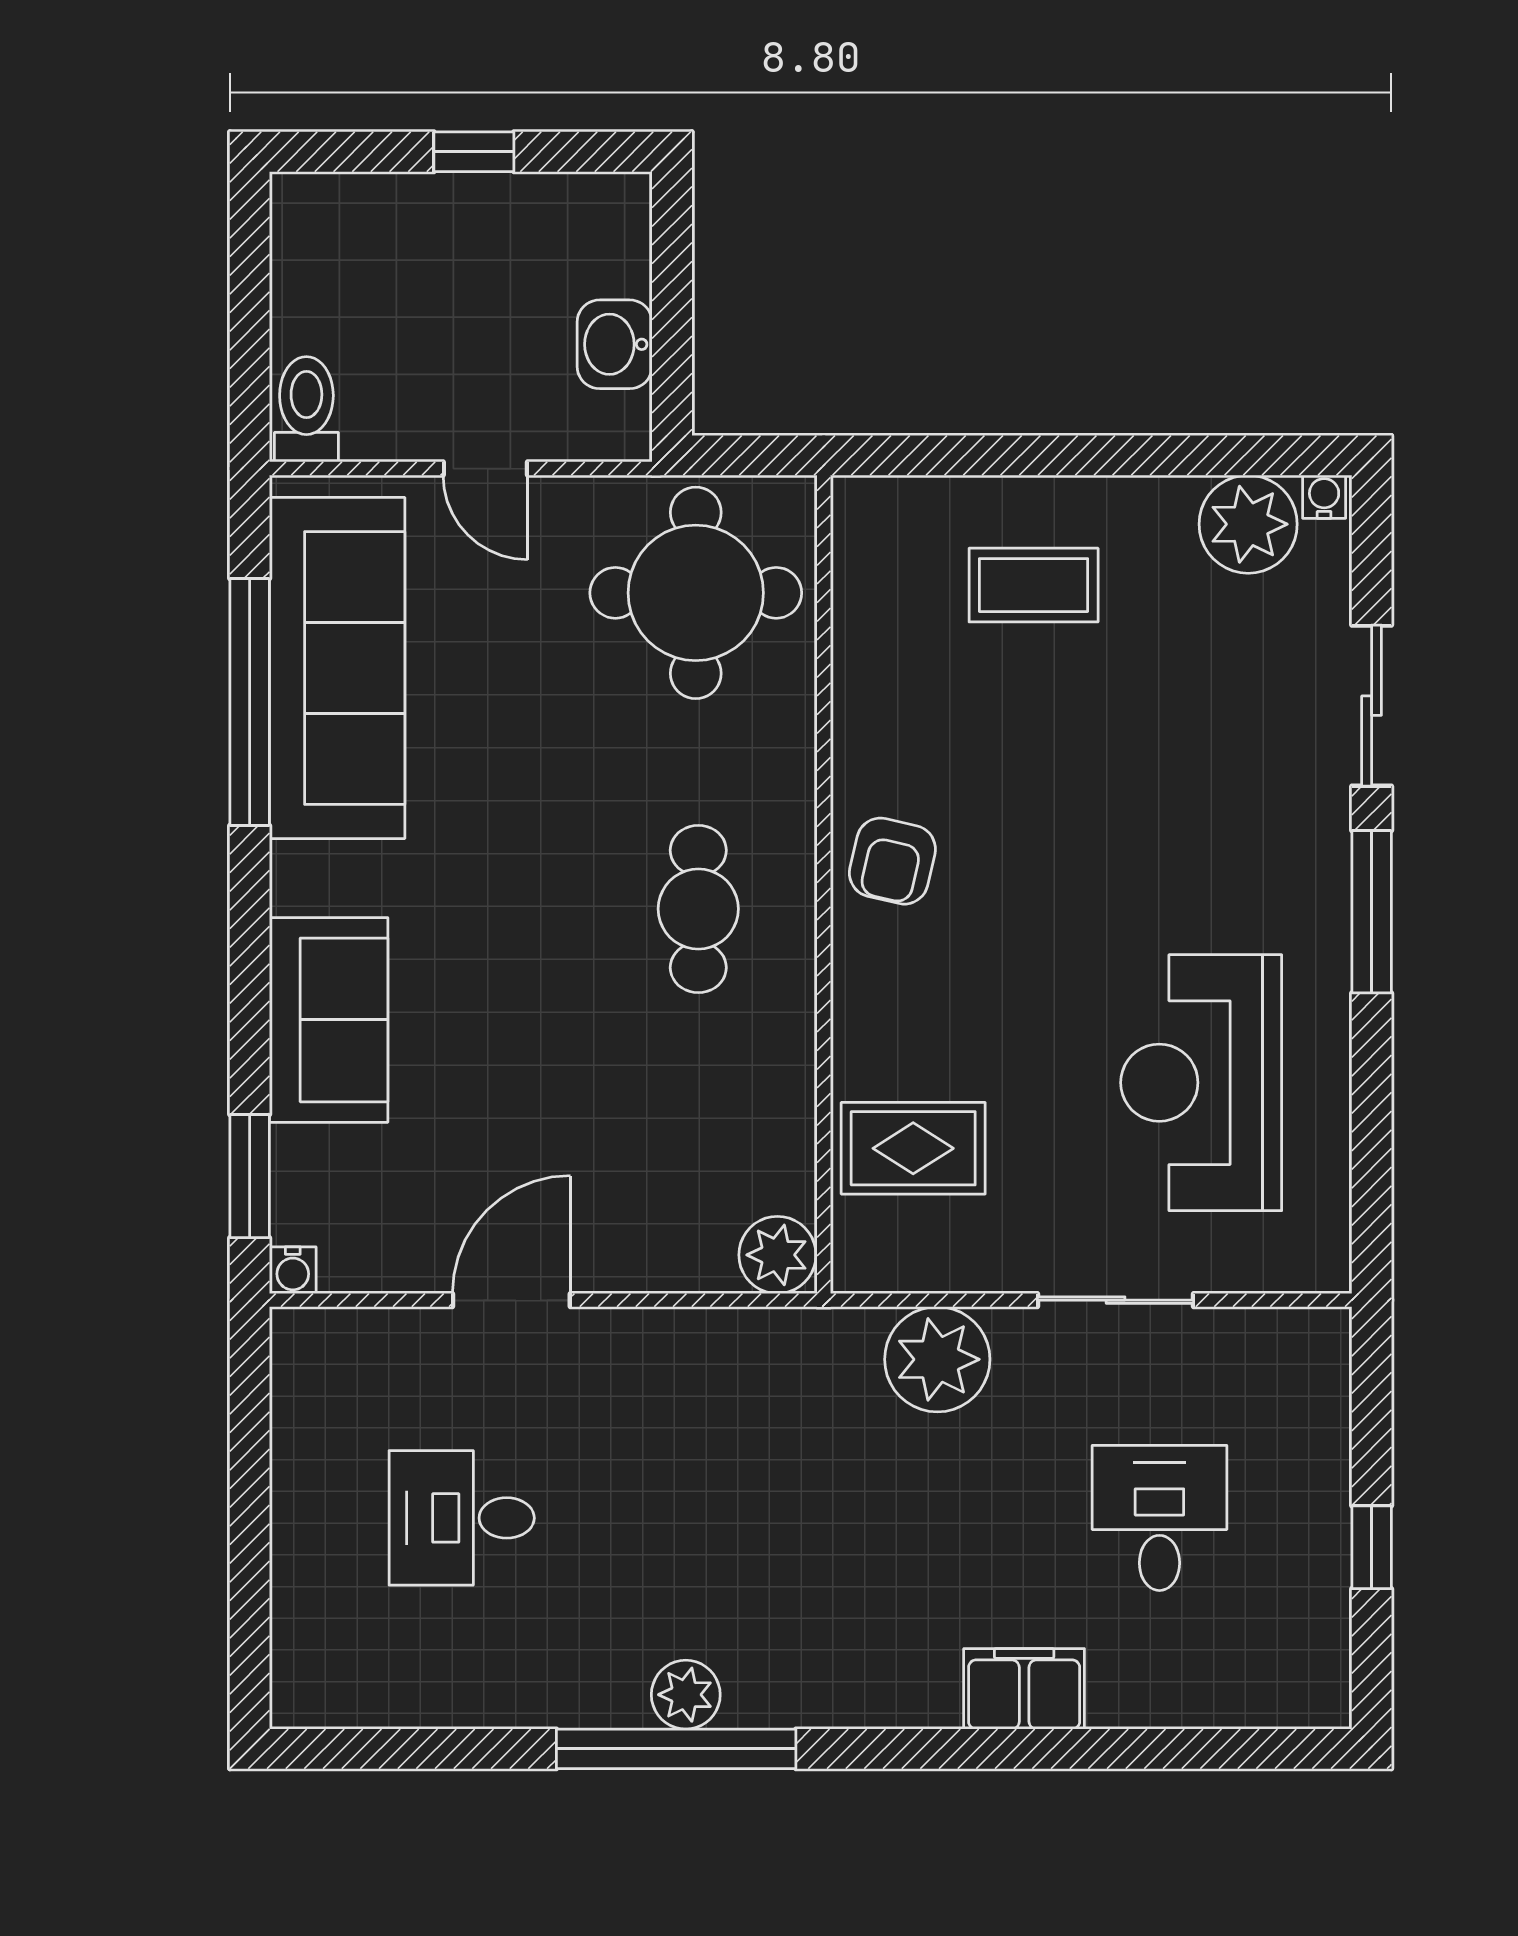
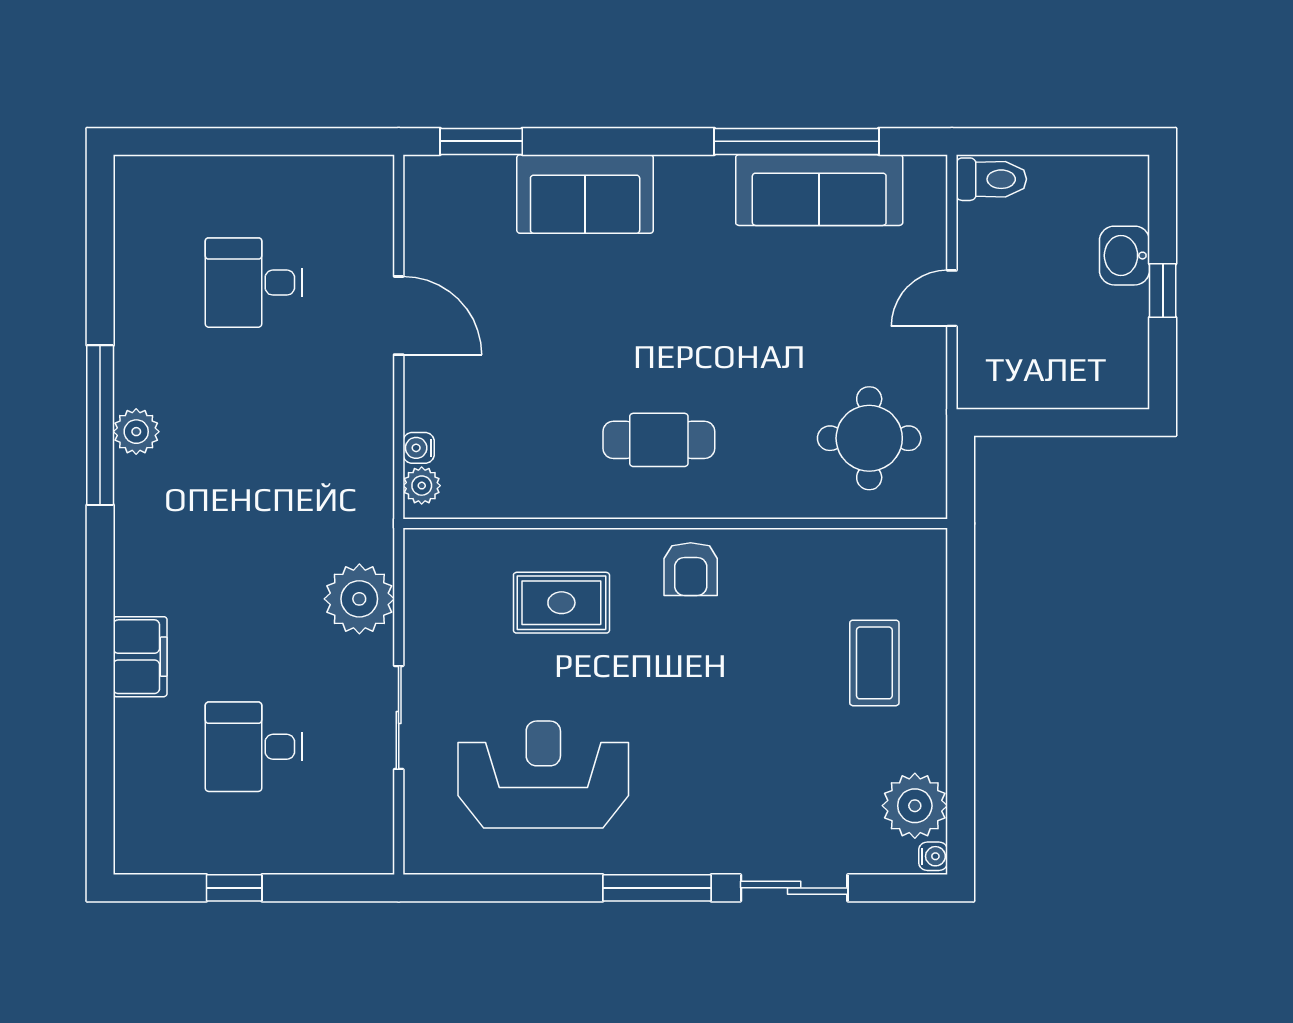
washbasin: (615, 344) -> (1124, 256), moved, turned -90
round table: (696, 593) -> (869, 438), width x0.73, depth x0.73
sofa: (337, 668) -> (819, 190), width x0.74, depth x0.79
armchair: (892, 861) -> (691, 569), turned -103
rug: (913, 1148) -> (561, 603), moved, turned 90
plant: (777, 1255) -> (422, 486), width x0.73, depth x0.73
water cooler: (293, 1270) -> (419, 448), moved
desk: (462, 1518) -> (254, 283), turned -90
desk: (1159, 1518) -> (254, 747), turned 180

